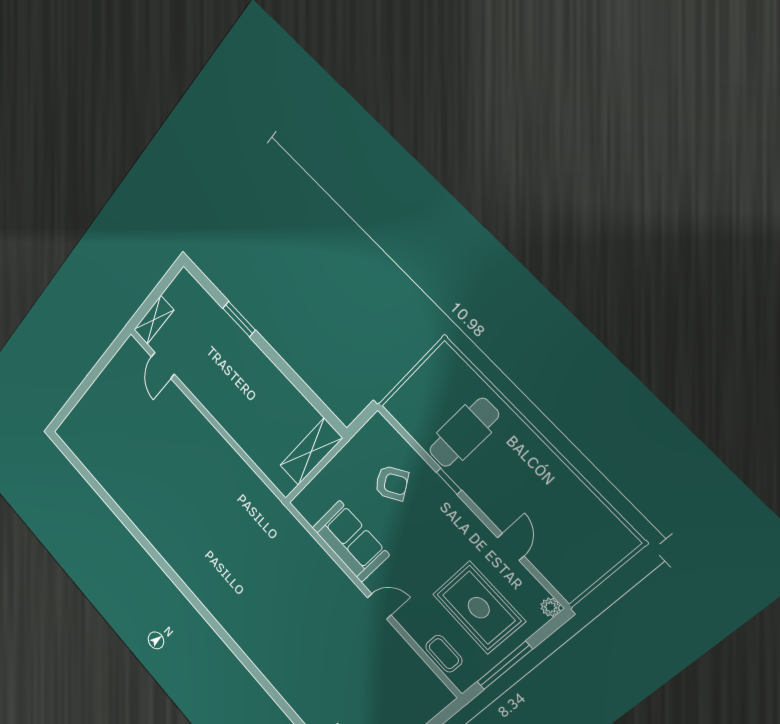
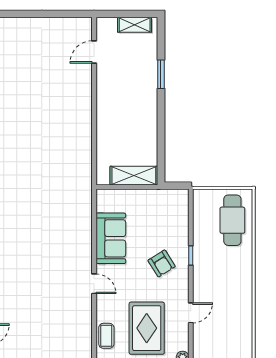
shelving: (154, 320) -> (135, 25), moved
cafe table: (464, 433) -> (232, 220), moved, turned 90
armchair: (392, 483) -> (162, 263), moved

